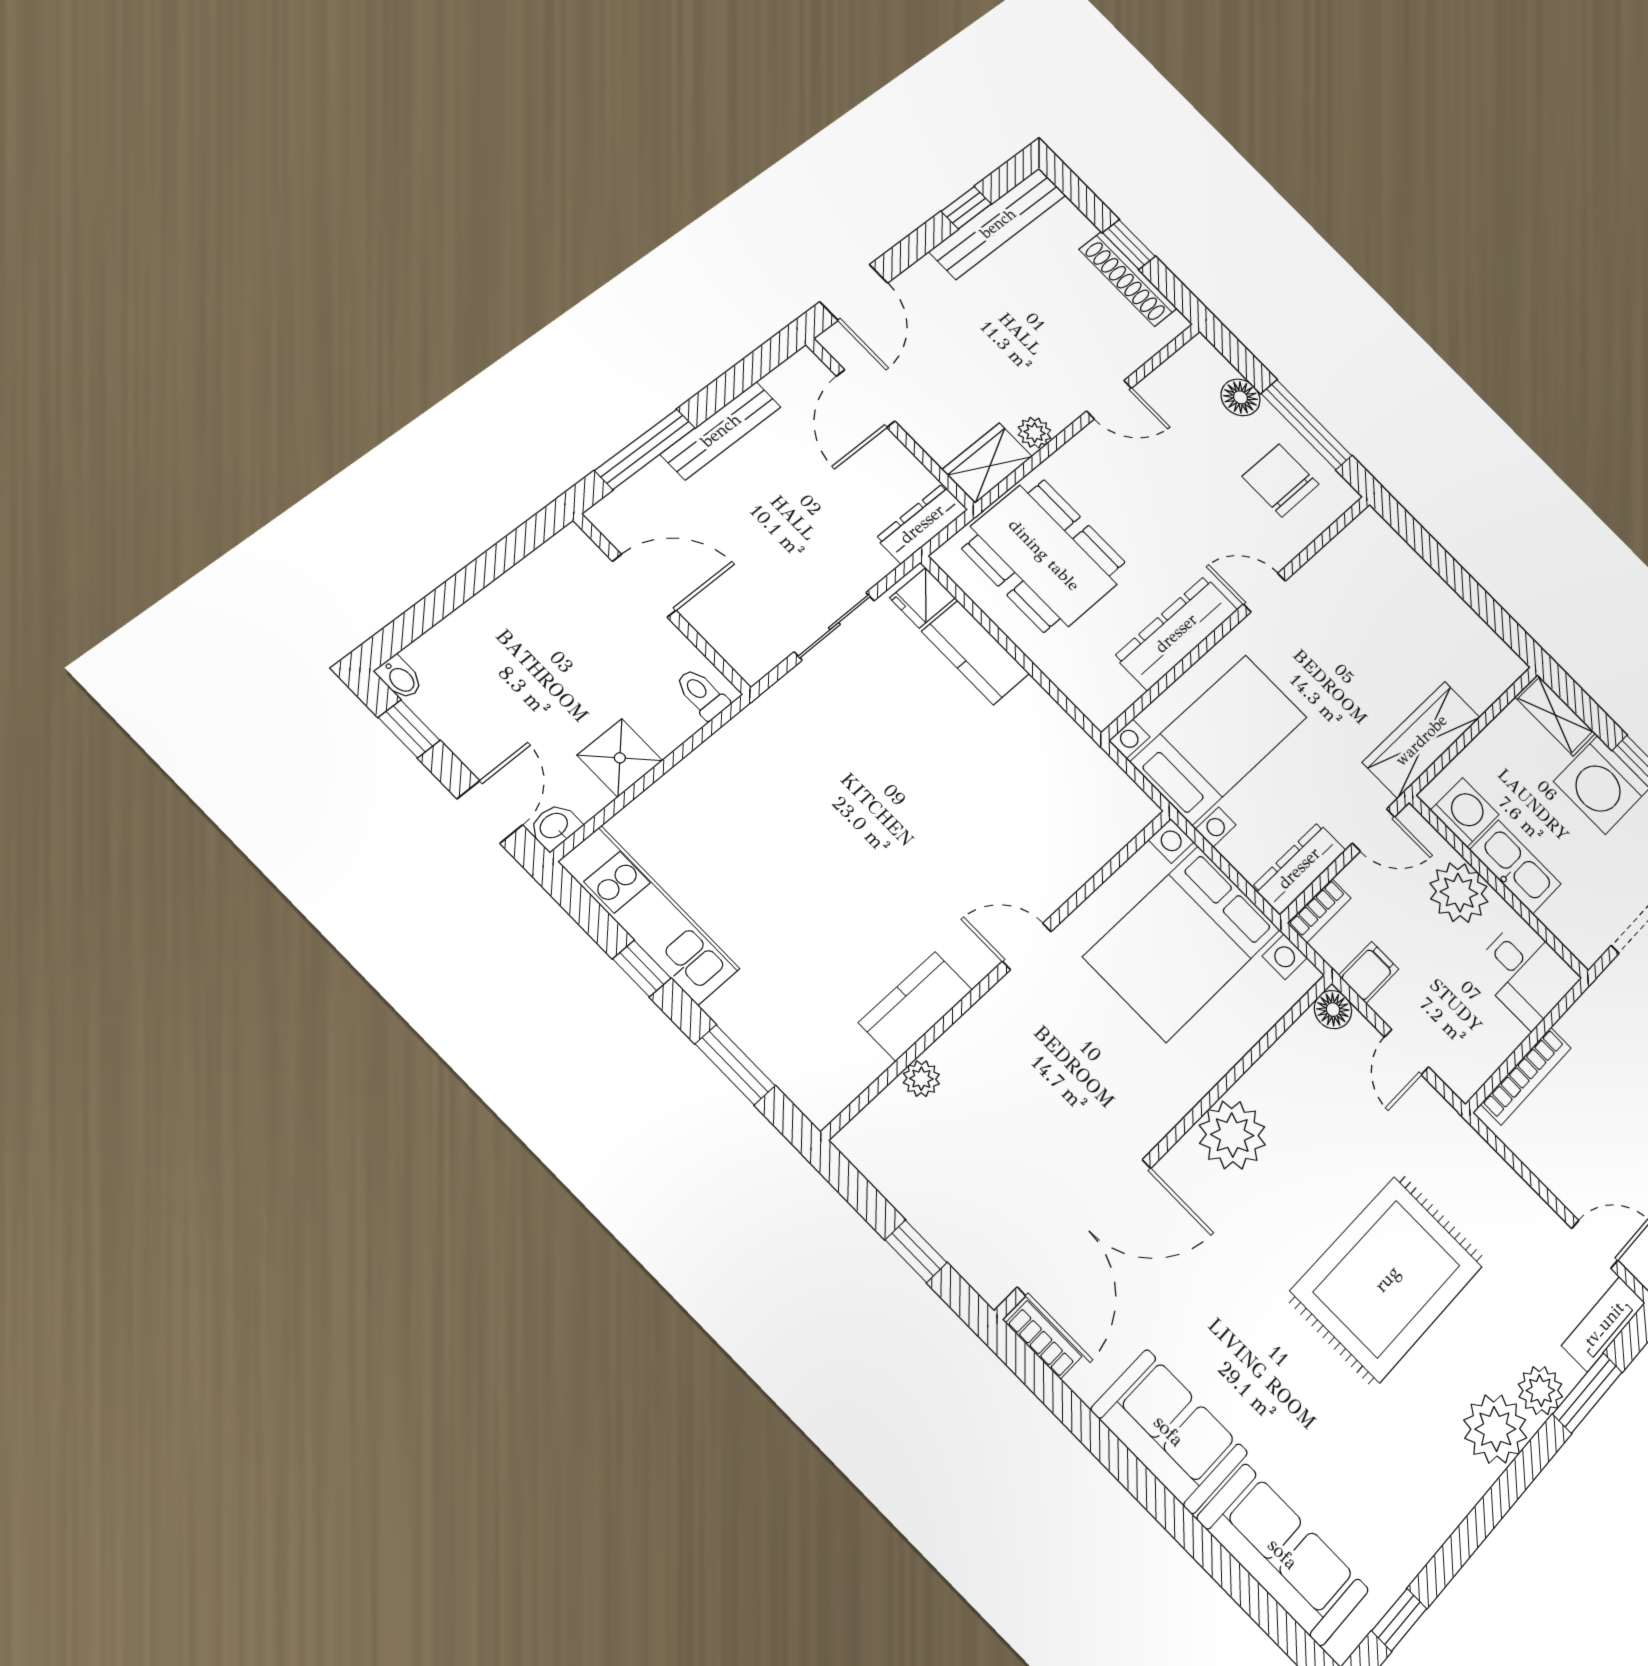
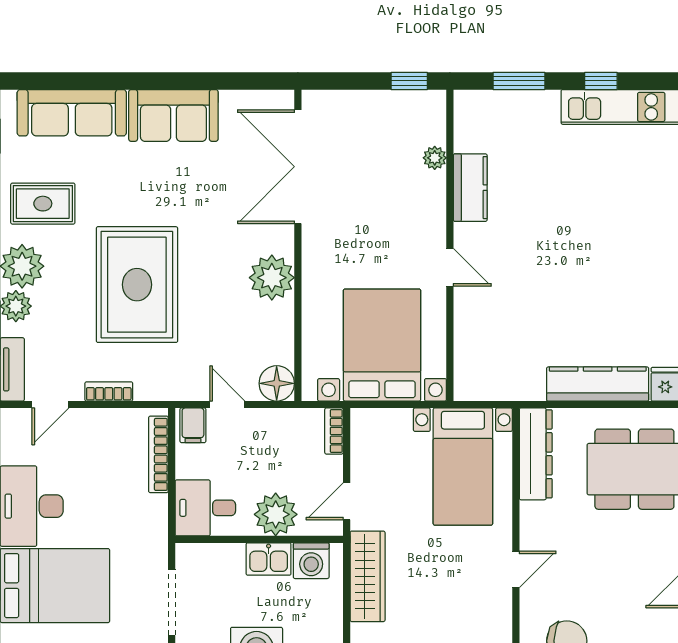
dresser: (1176, 633) -> (536, 454), moved
kitchen counter: (976, 653) -> (598, 384), width x1.50
kitchen sink: (1515, 867) -> (269, 559), width x0.73
dresser: (1299, 868) -> (363, 442), removed
door: (1027, 946) -> (450, 267), hinge flipped
filing cabinet: (1369, 972) -> (193, 425), moved
floor lamp: (1333, 1010) -> (277, 383), width x1.38, depth x1.38
window: (916, 1251) -> (409, 81), moved
bookcase: (1044, 1340) -> (109, 391), moved, turned 180
rug: (1410, 1478) -> (43, 204), added

